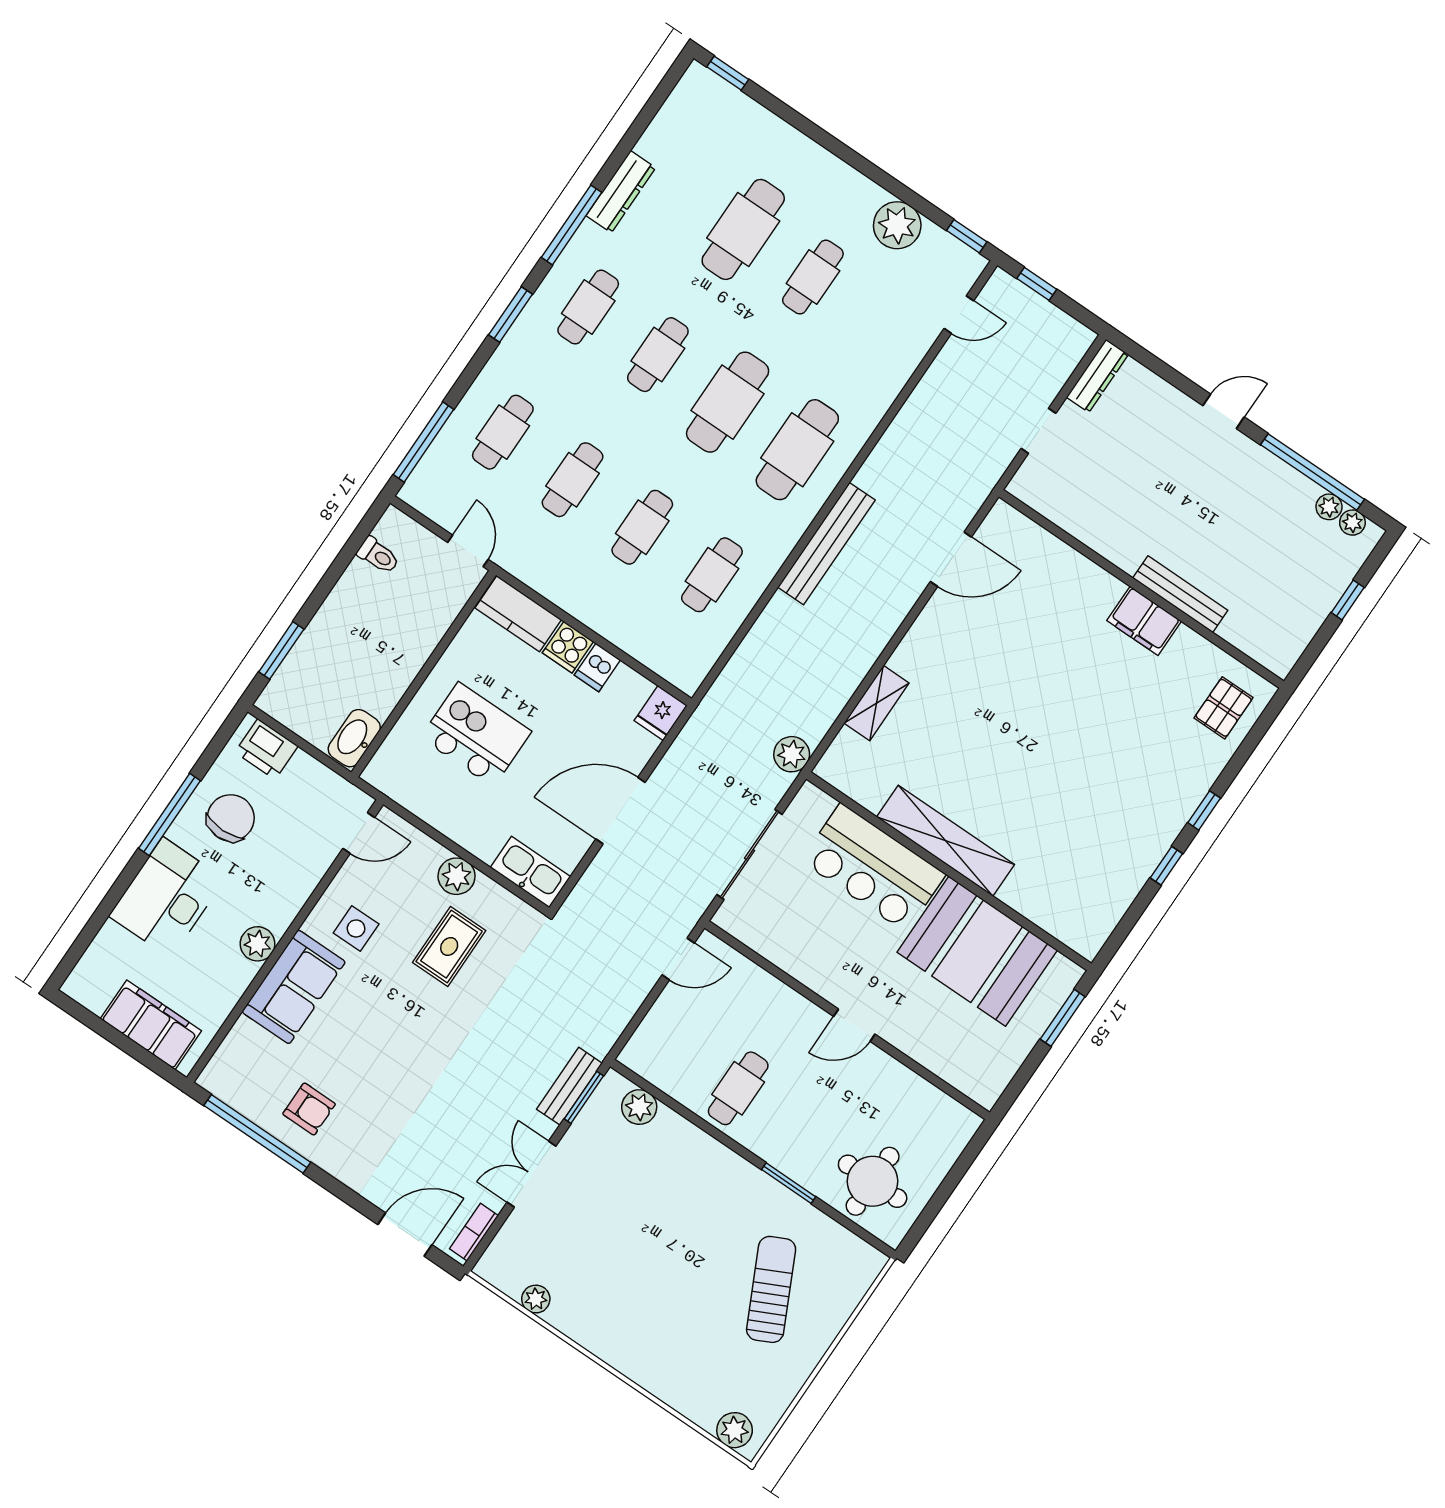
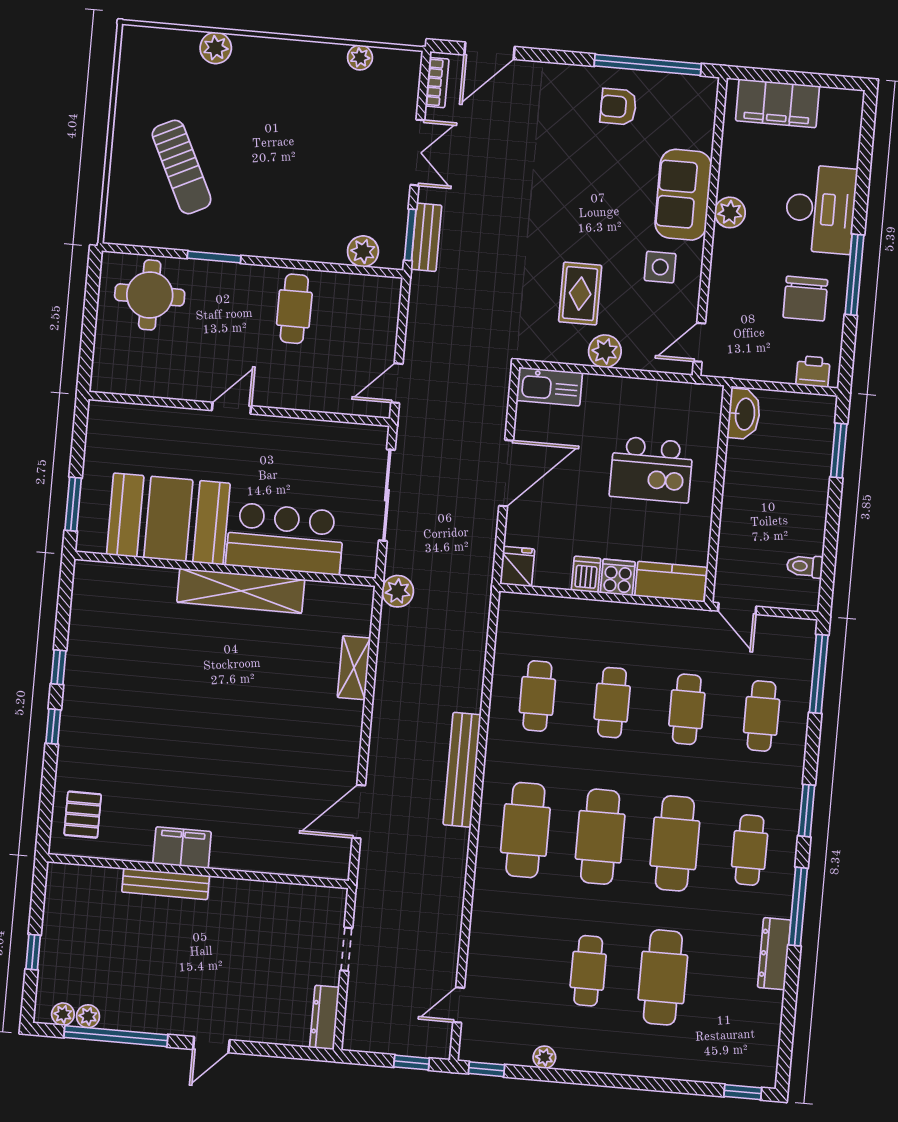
plant: (897, 225) -> (544, 1057), width x0.53, depth x0.53
cafe table: (658, 355) -> (675, 843), width x1.37, depth x1.35
printer: (266, 749) -> (813, 371), width x0.73, depth x0.81
plant: (735, 1430) -> (216, 48), moved

